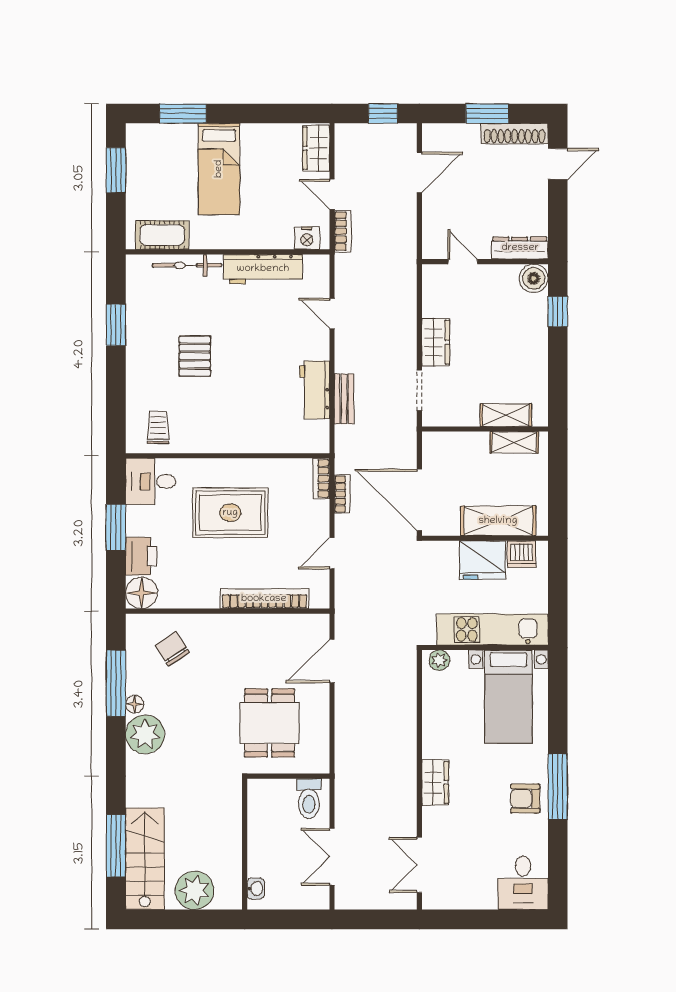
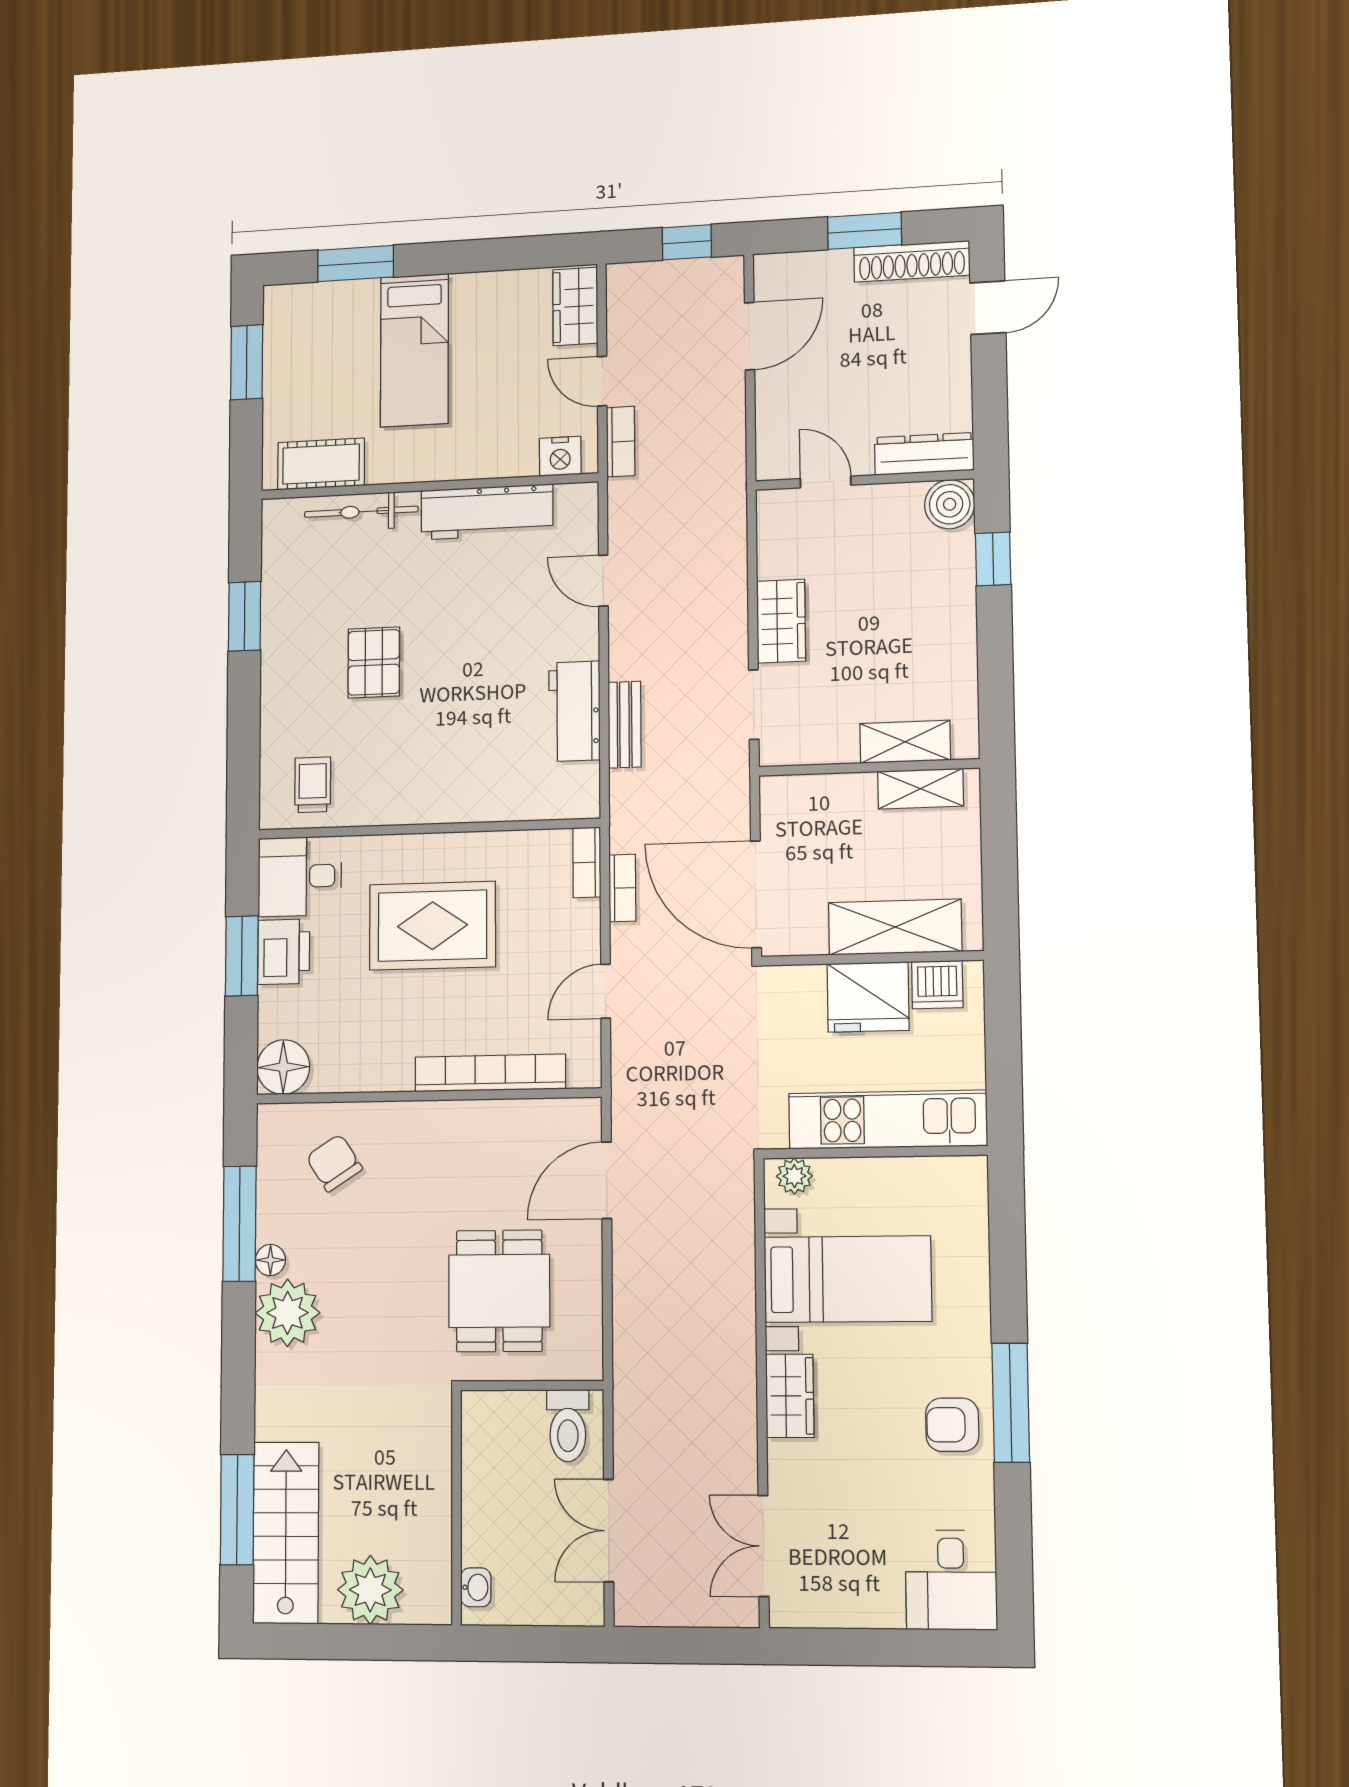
printer: (141, 556) -> (284, 952), moved
bed with nightstands: (509, 697) -> (848, 1279), moved, turned -90

